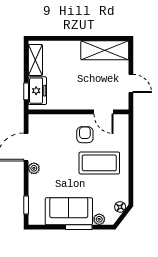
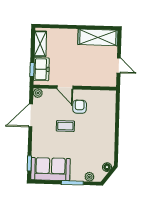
door: (104, 112) -> (65, 87), moved
coffee table: (99, 163) -> (65, 126), moved, width x0.54, depth x0.58
plant: (34, 168) -> (38, 93), moved
sofa: (69, 211) -> (50, 169), moved

